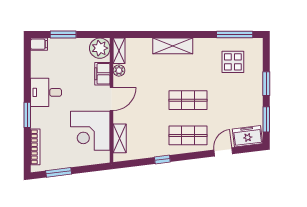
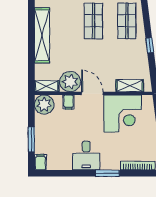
shelving: (173, 46) -> (42, 35), width x1.47
plant: (119, 71) -> (70, 82), width x1.87, depth x1.87
filing cabinet: (102, 74) -> (69, 102), width x0.50

